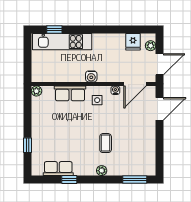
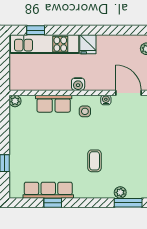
fridge: (133, 42) -> (88, 44), moved
door: (135, 84) -> (129, 93), swing flipped
row of seats: (58, 169) -> (48, 190), width x1.48
plant: (102, 171) -> (120, 192), moved

